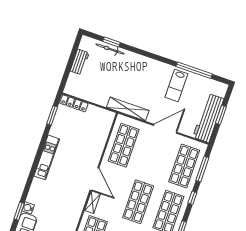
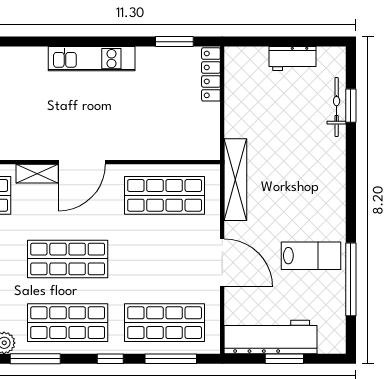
lab bench: (176, 85) -> (311, 256), turned 180

